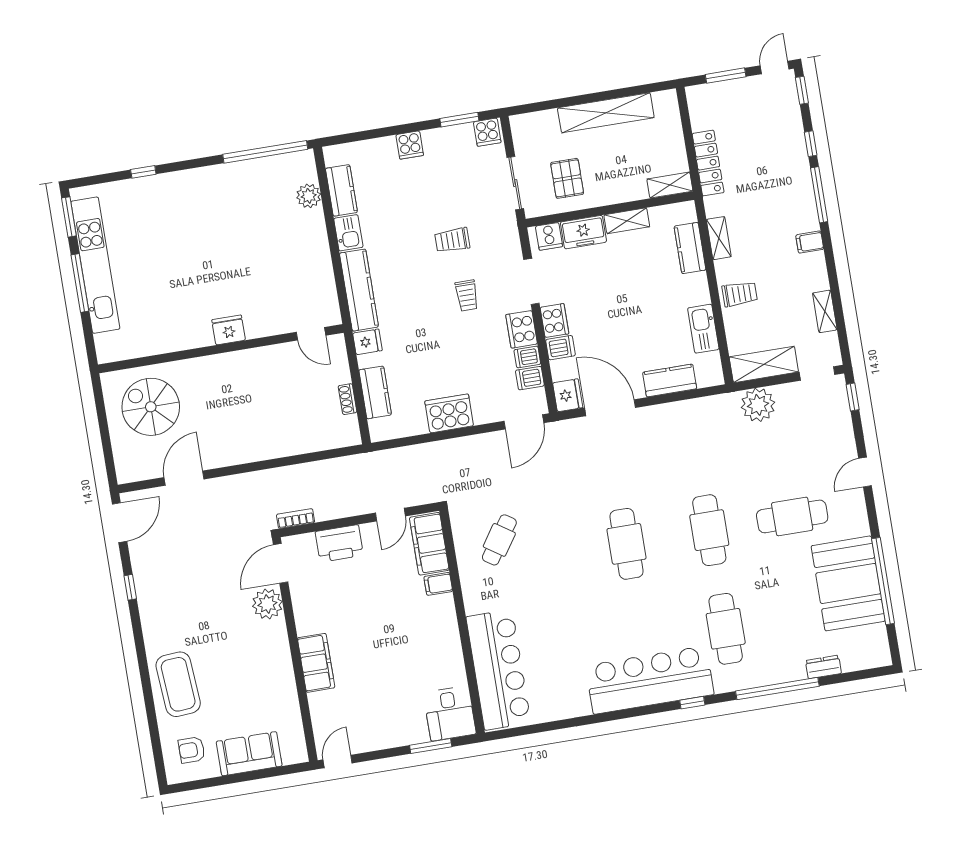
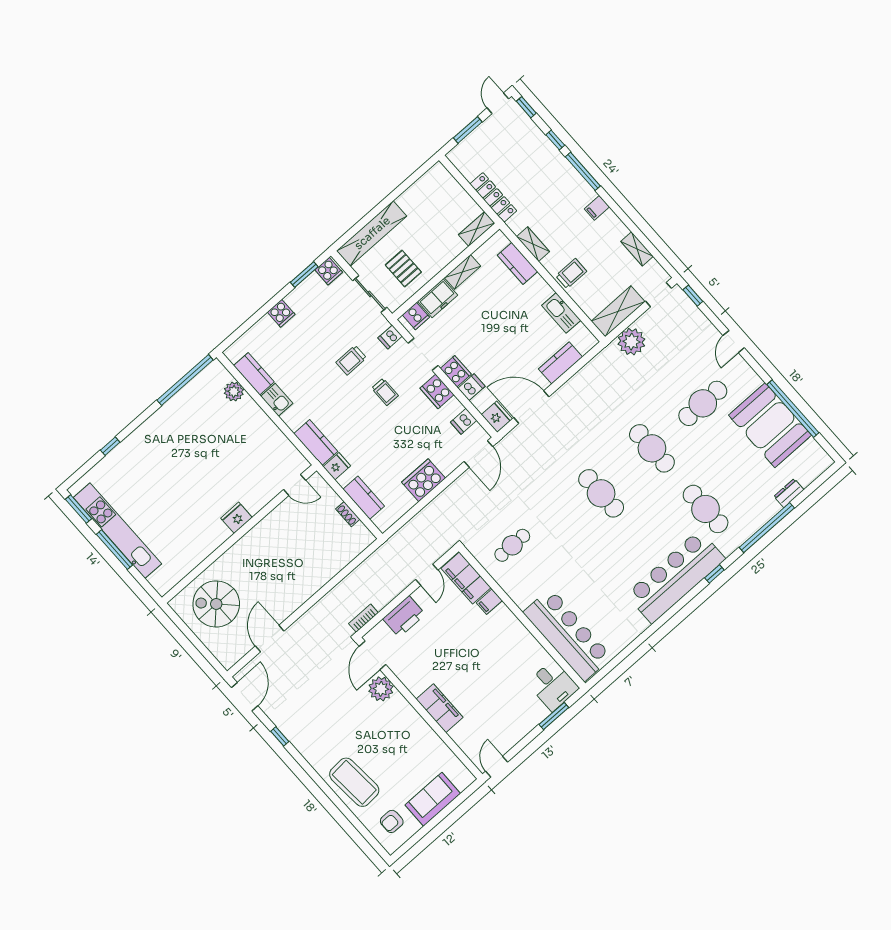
shelving: (606, 113) -> (372, 233), moved
kitchen counter: (359, 290) -> (316, 442), width x0.67
dishwasher: (527, 357) -> (390, 337), moved
cafe table: (499, 540) -> (512, 545), turned 56

